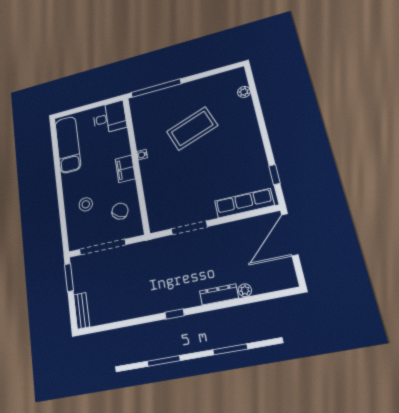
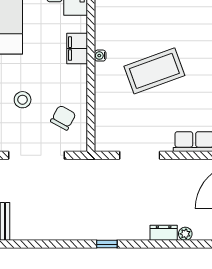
coffee table: (192, 128) -> (154, 71), moved
filing cabinet: (125, 169) -> (77, 49), moved
dresser: (219, 294) -> (164, 233), width x0.70

